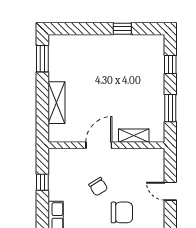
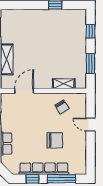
door: (99, 145) -> (24, 91), moved
chair: (98, 187) -> (62, 107), moved

